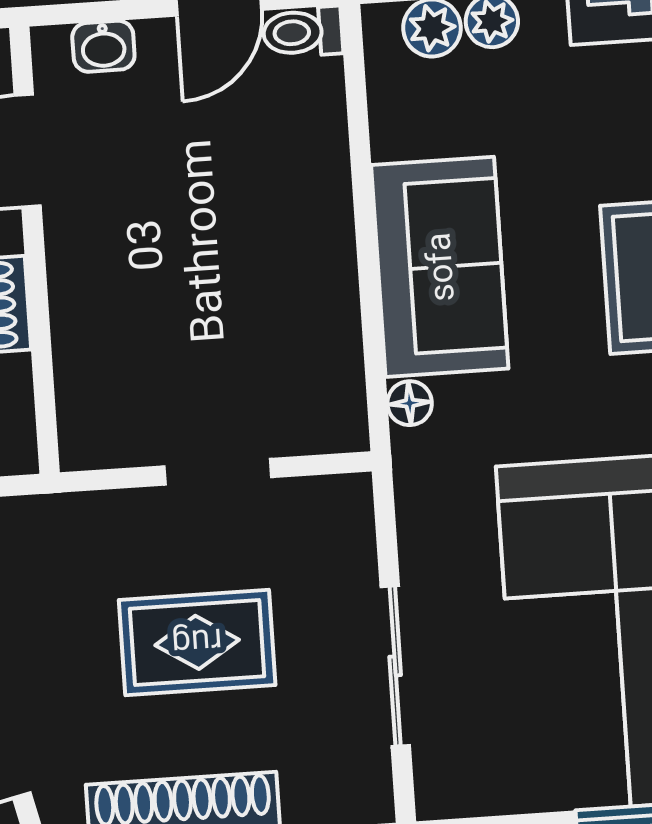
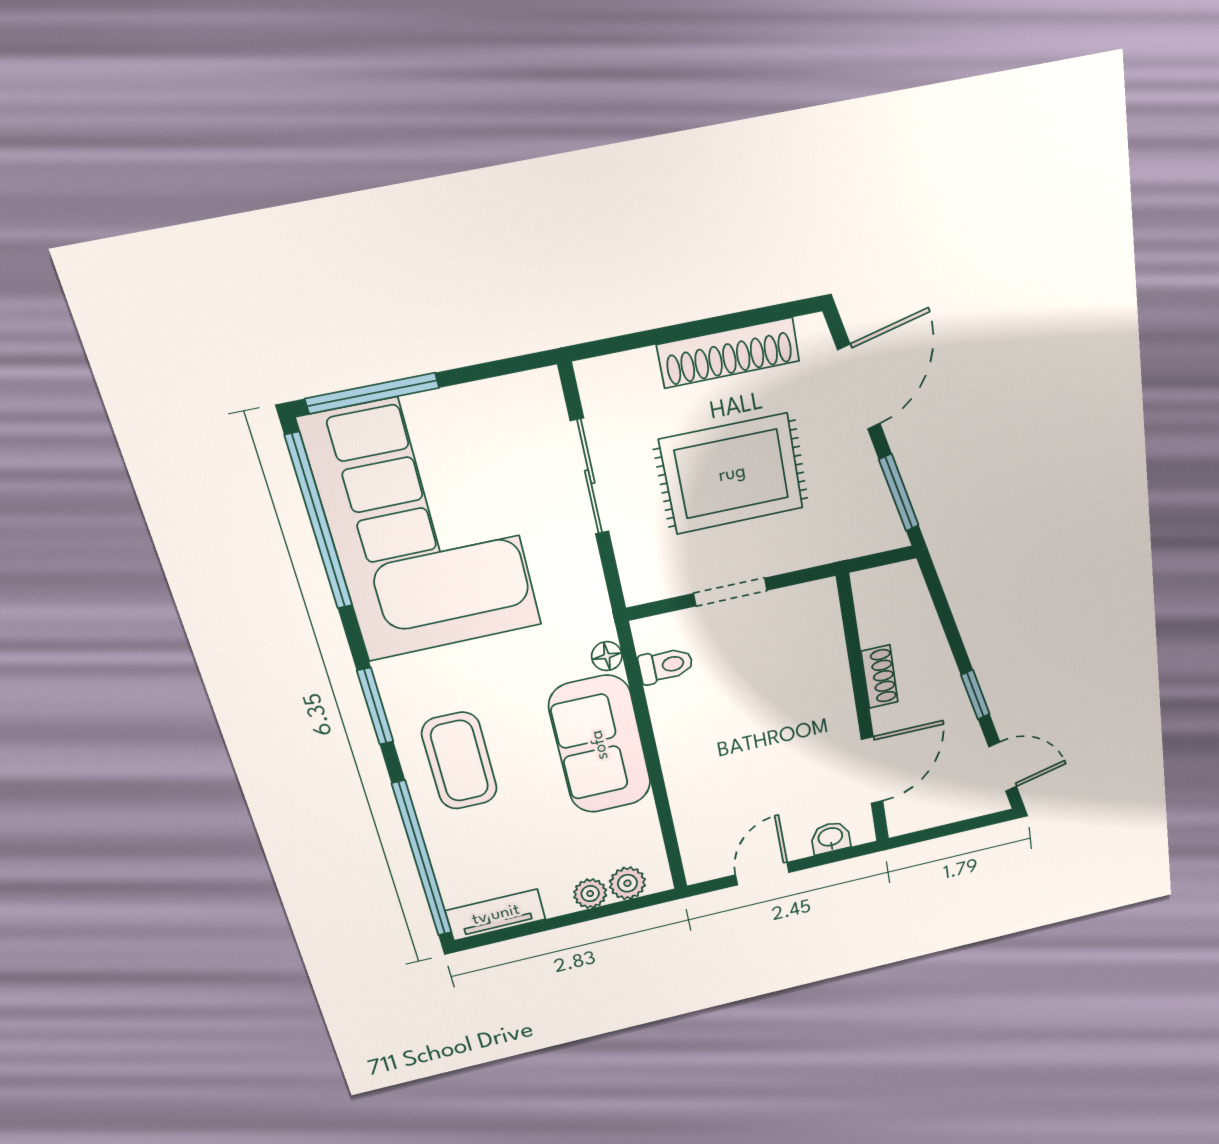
toilet: (303, 32) -> (666, 665), moved
rug: (197, 642) -> (732, 474), width x1.36, depth x1.43

